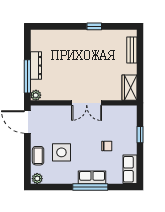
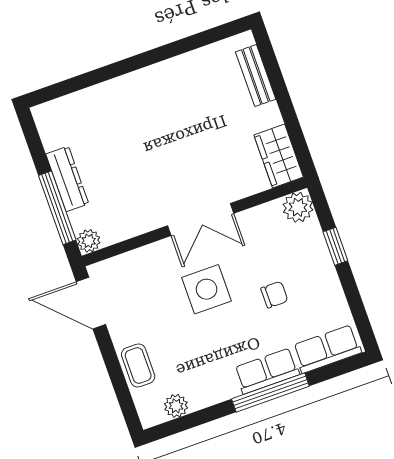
window: (94, 26) -> (160, 54), removed
plant: (130, 112) -> (298, 207), added
side table: (61, 152) -> (207, 289), moved
row of seats: (130, 169) -> (327, 349), moved, turned 90
plant: (37, 179) -> (176, 406), moved

